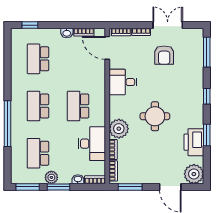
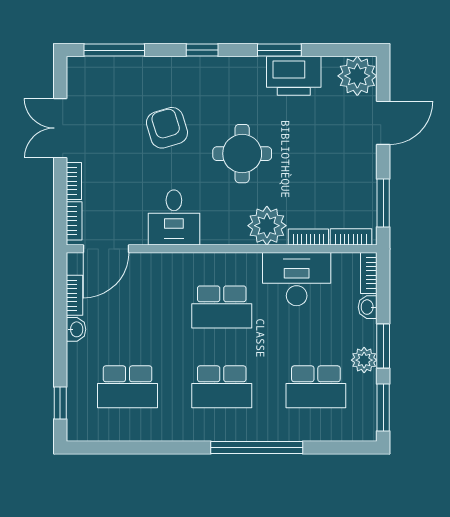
armchair: (164, 55) -> (167, 128), moved, turned -107

